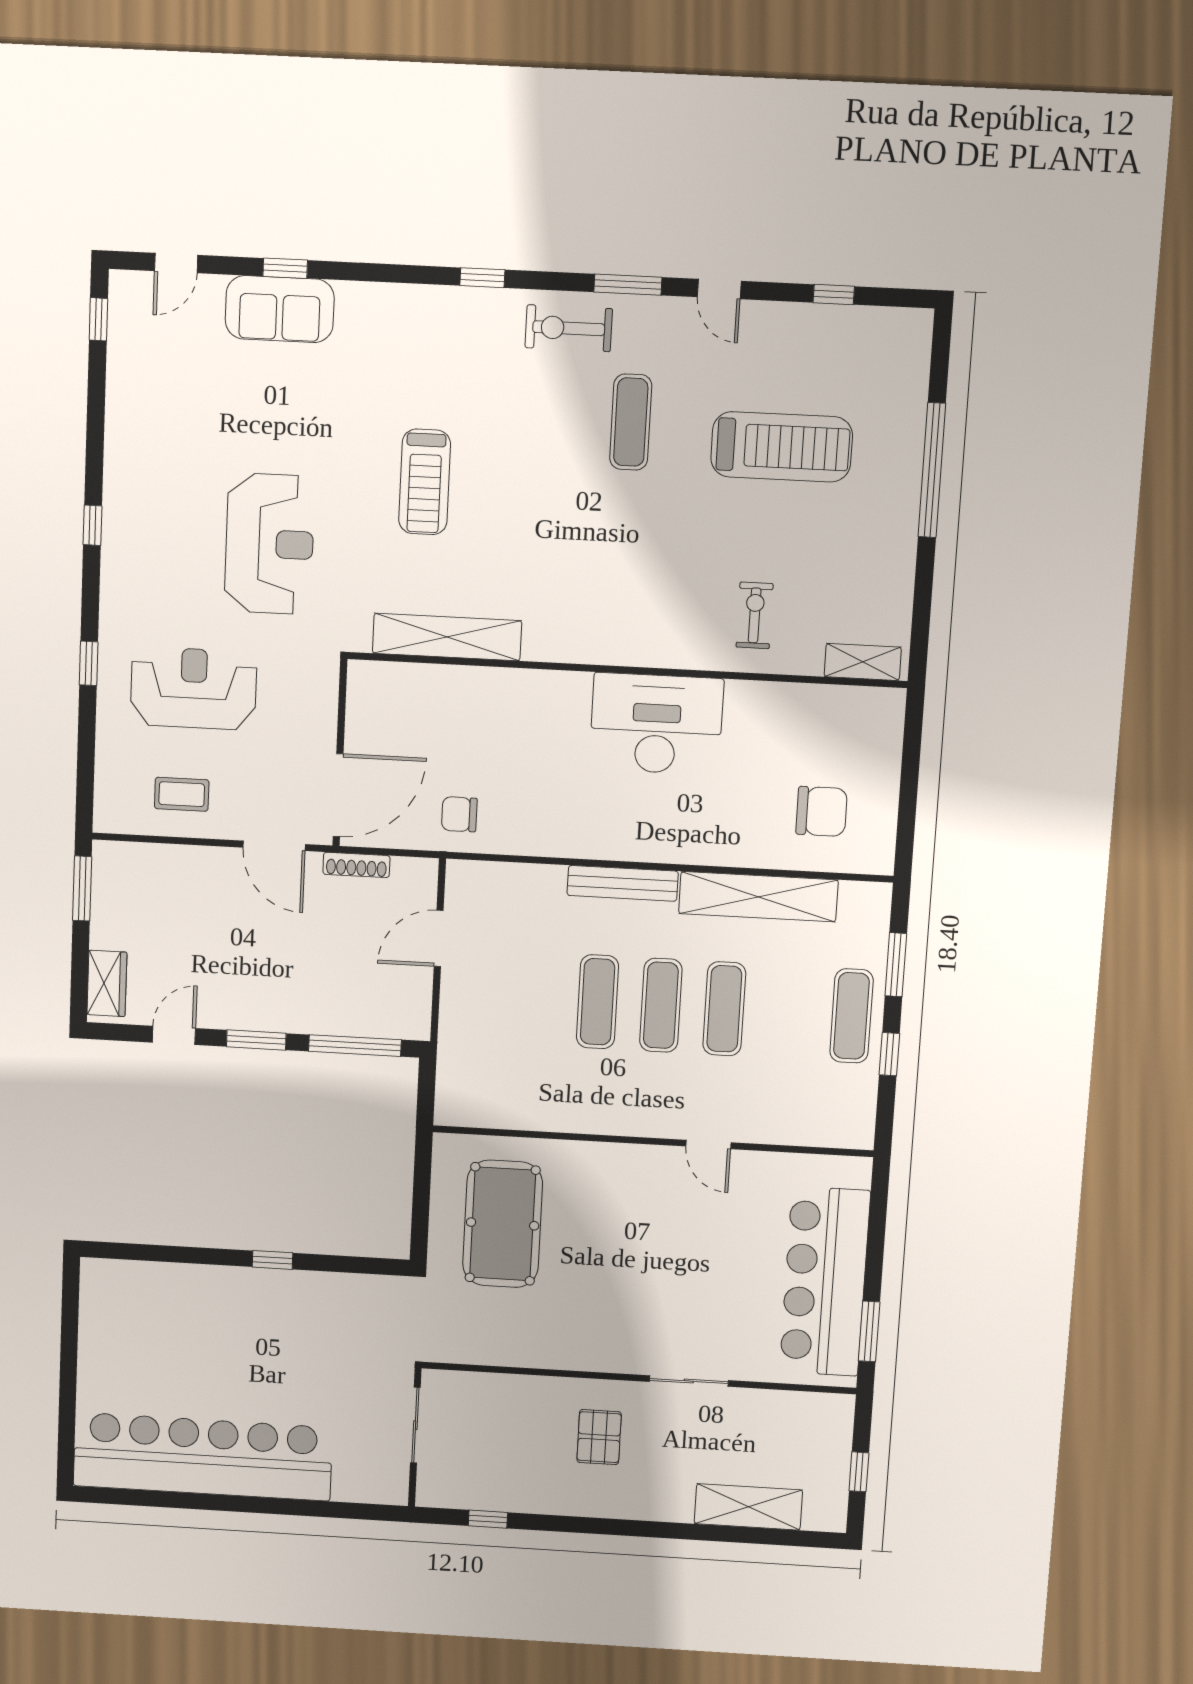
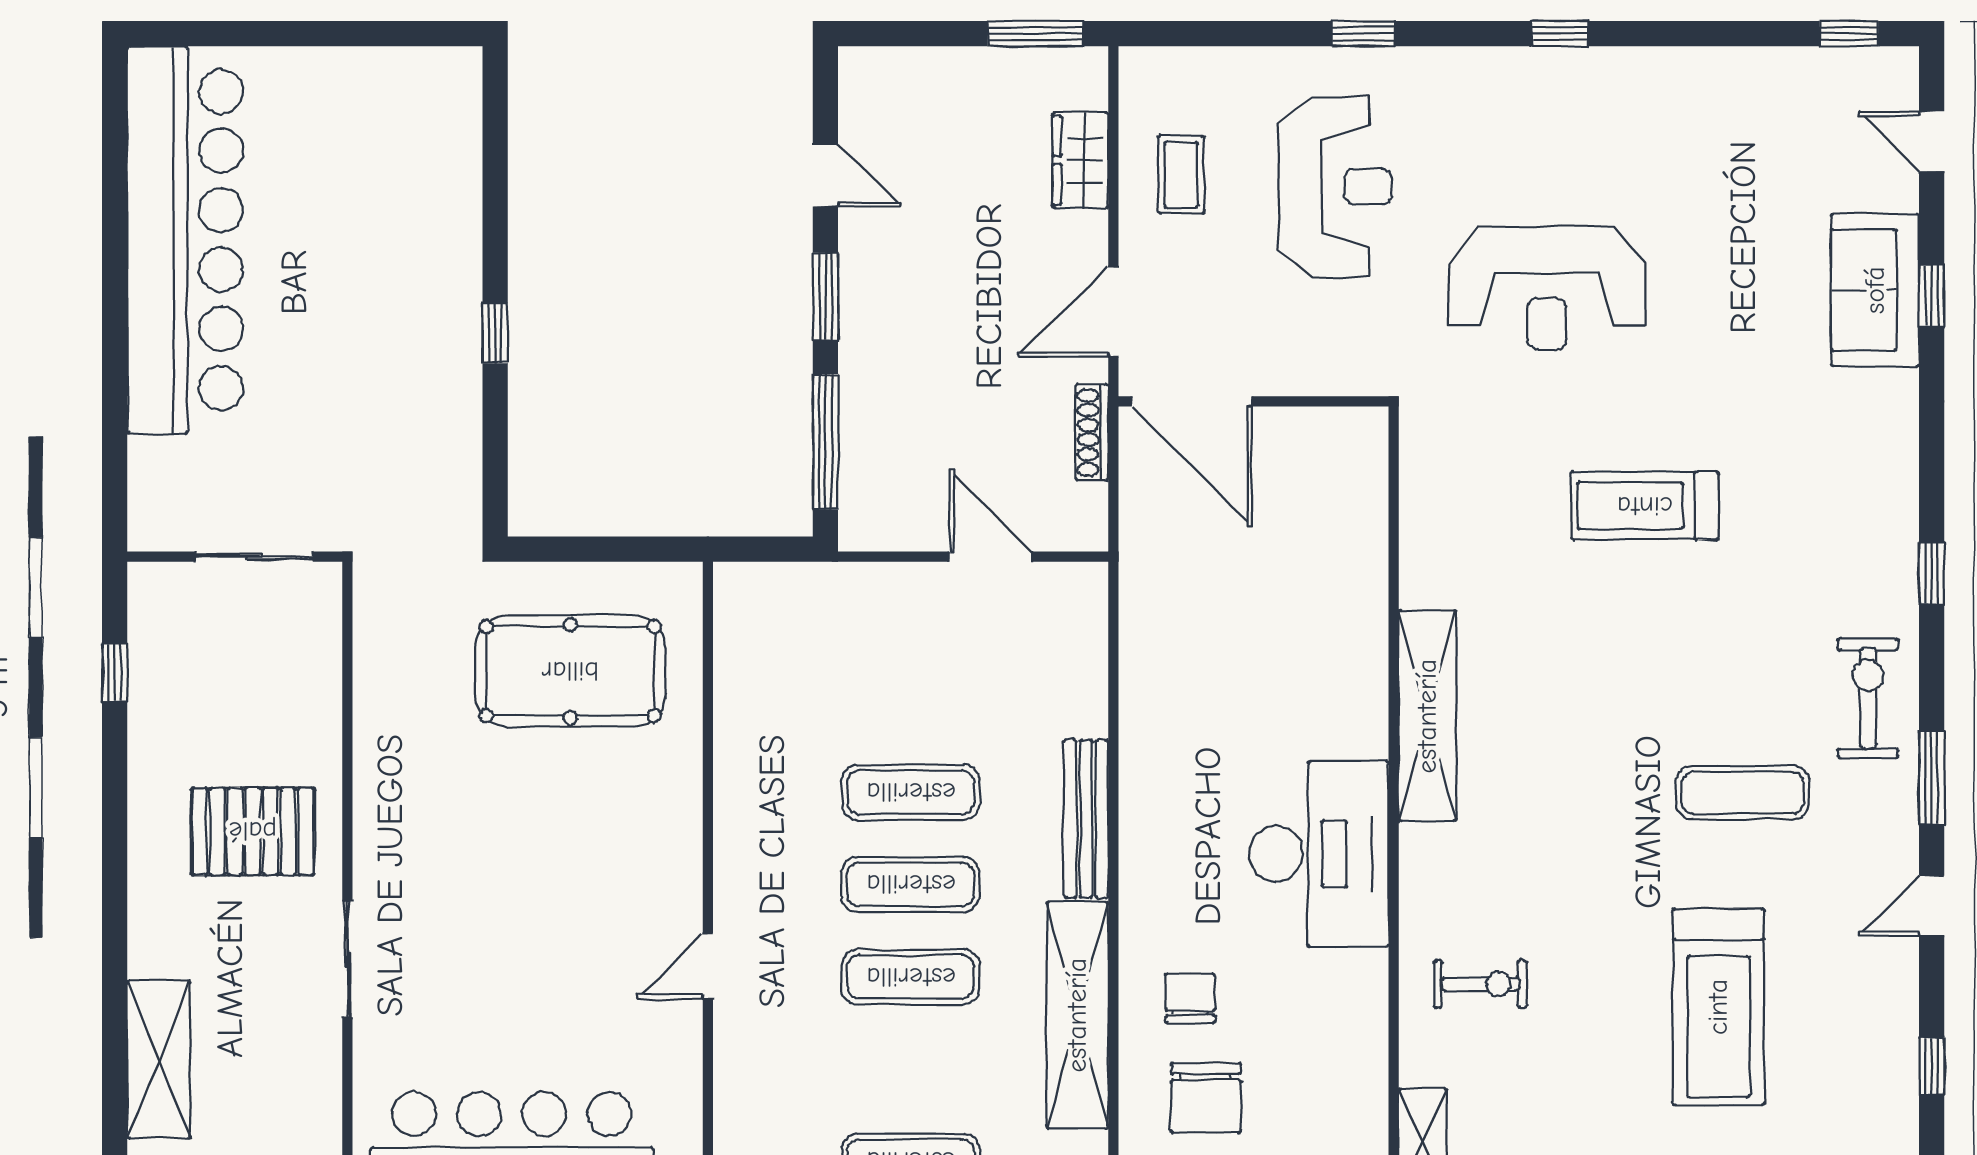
shelving: (447, 637) -> (1427, 716), moved
chair: (459, 814) -> (1190, 998), moved
wardrobe: (107, 983) -> (1080, 160), moved, turned 90
pallet: (599, 1437) -> (253, 831), width x1.50, depth x1.42

